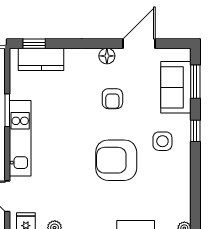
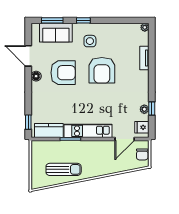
kitchen counter: (41, 59) -> (49, 130), moved, turned -90
armchair: (112, 99) -> (63, 73), width x1.88, depth x1.88

